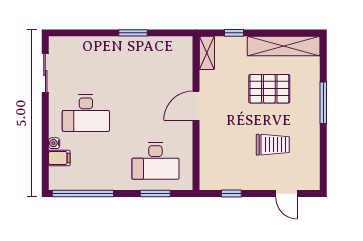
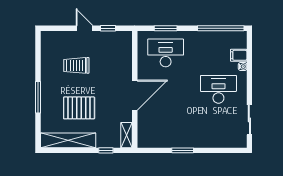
door: (196, 106) -> (135, 95), width x1.36
door: (287, 194) -> (84, 28), moved

